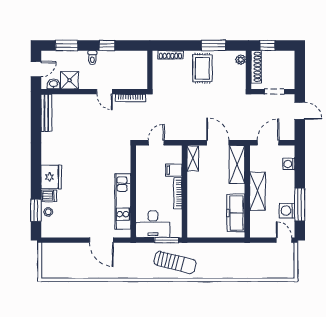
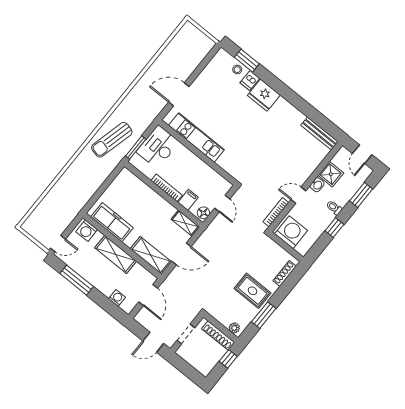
washing machine: (136, 75) -> (291, 232), added
washbasin: (54, 84) -> (317, 185), moved
floor lamp: (174, 151) -> (203, 213), added
washing machine: (287, 211) -> (87, 231), moved, turned 180

